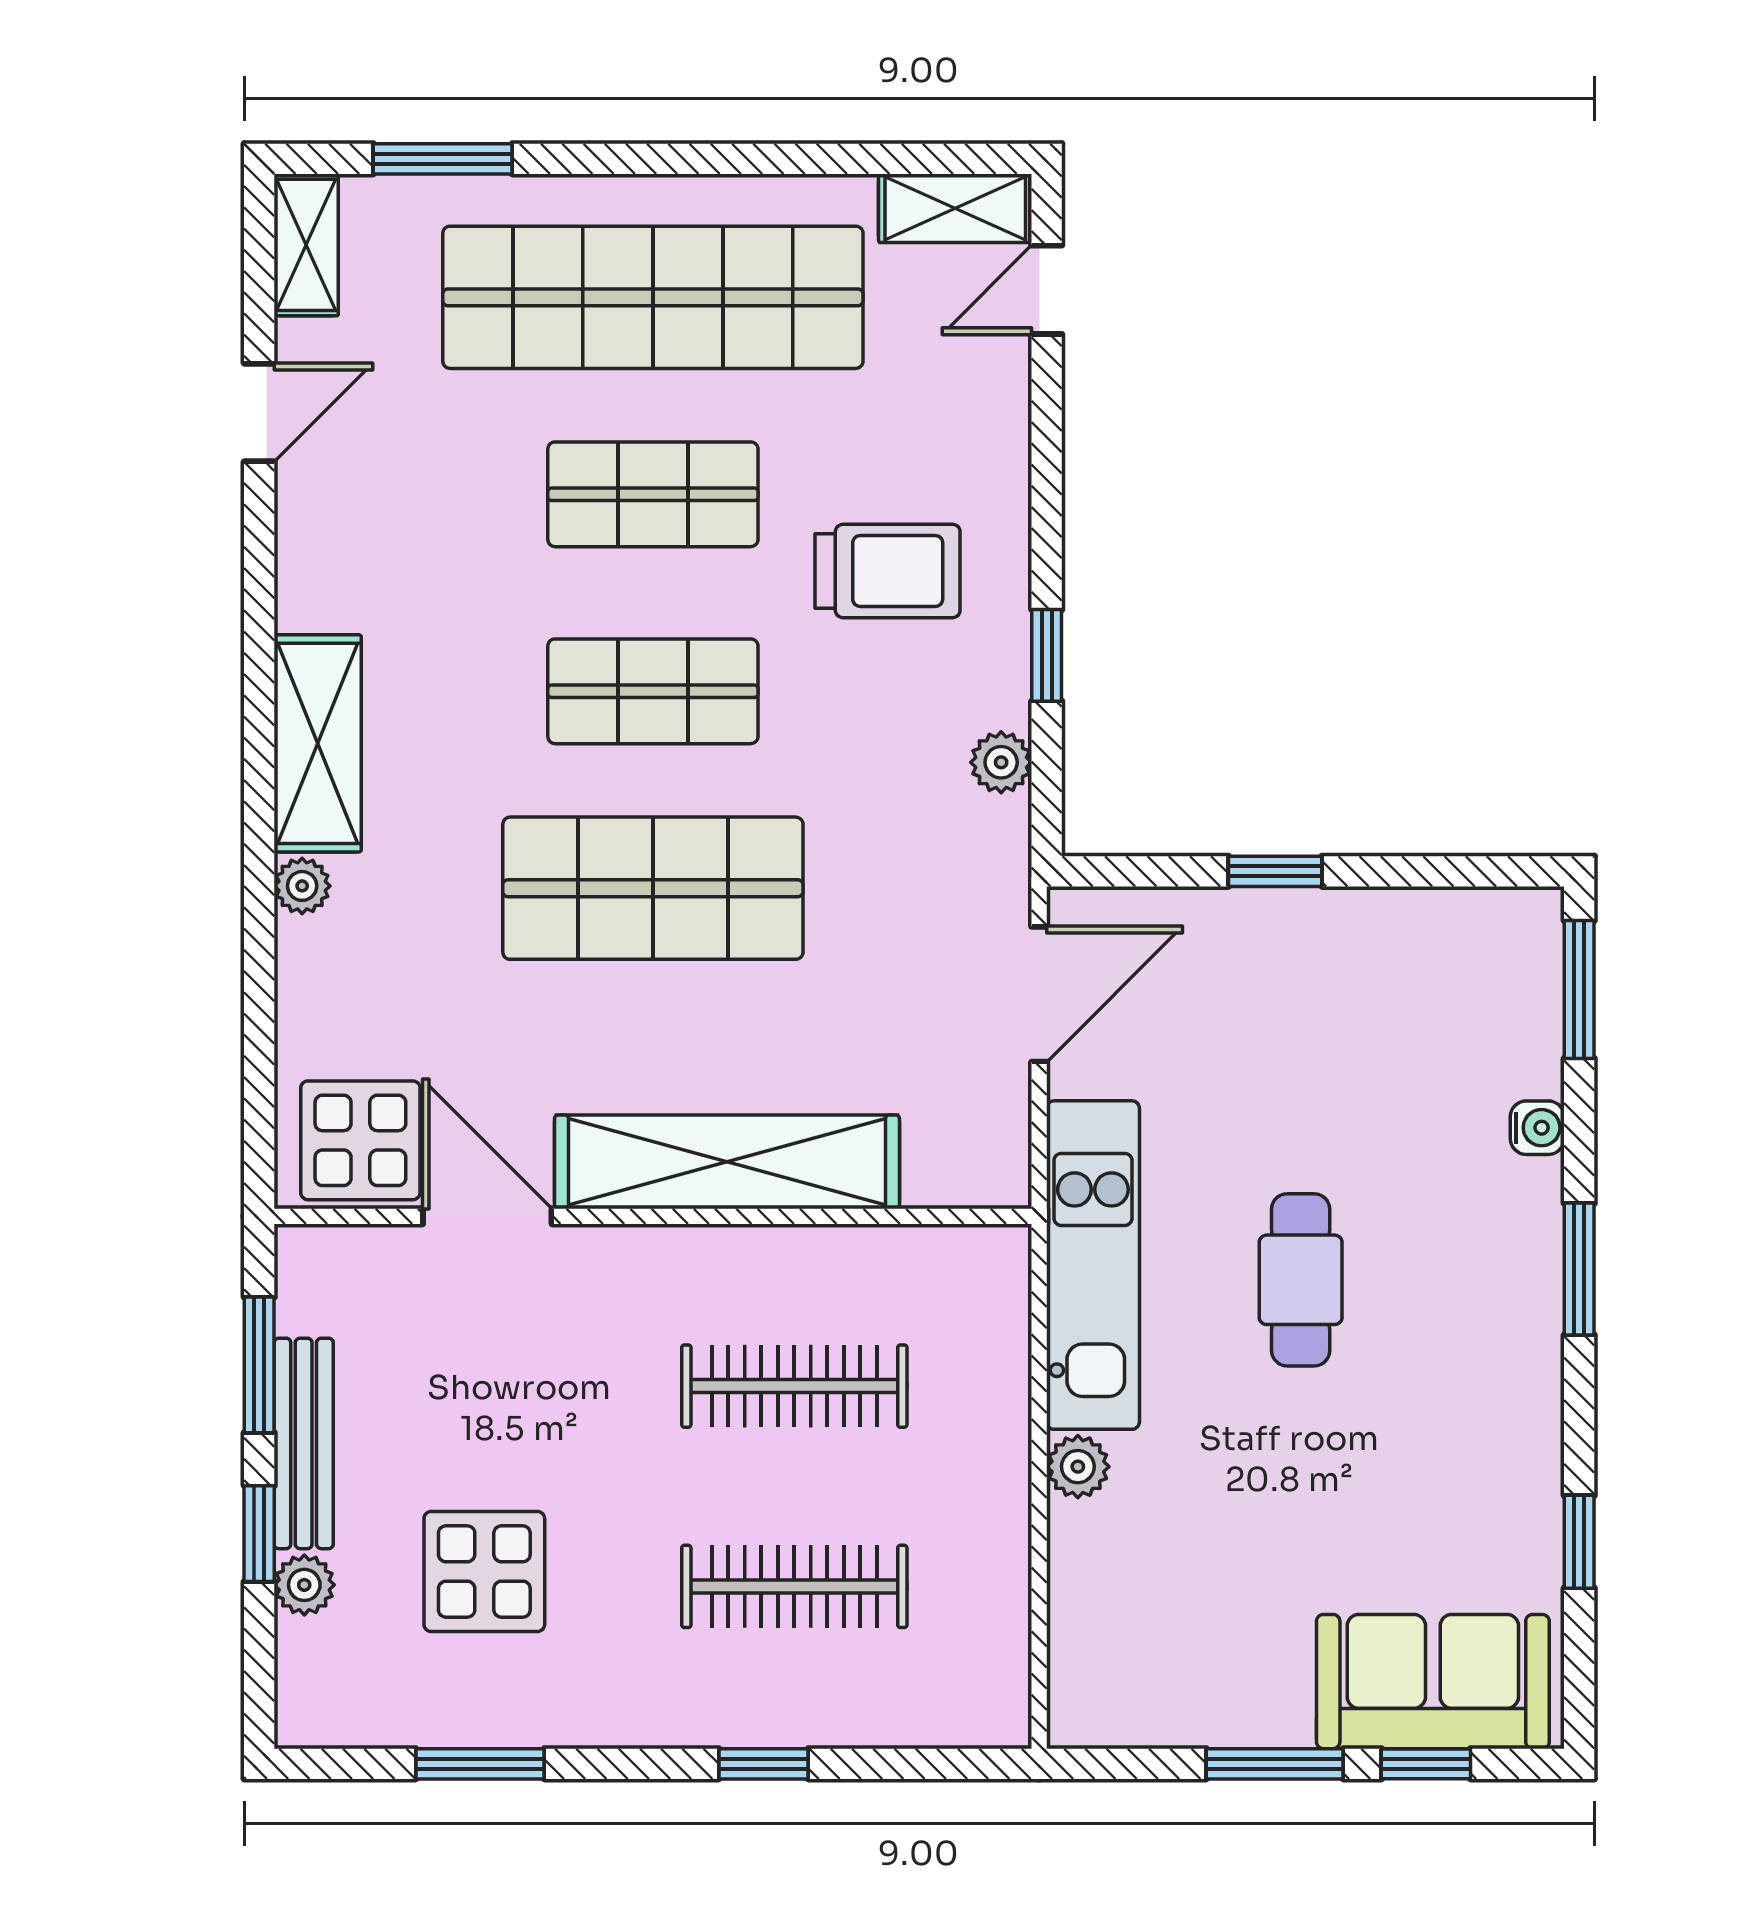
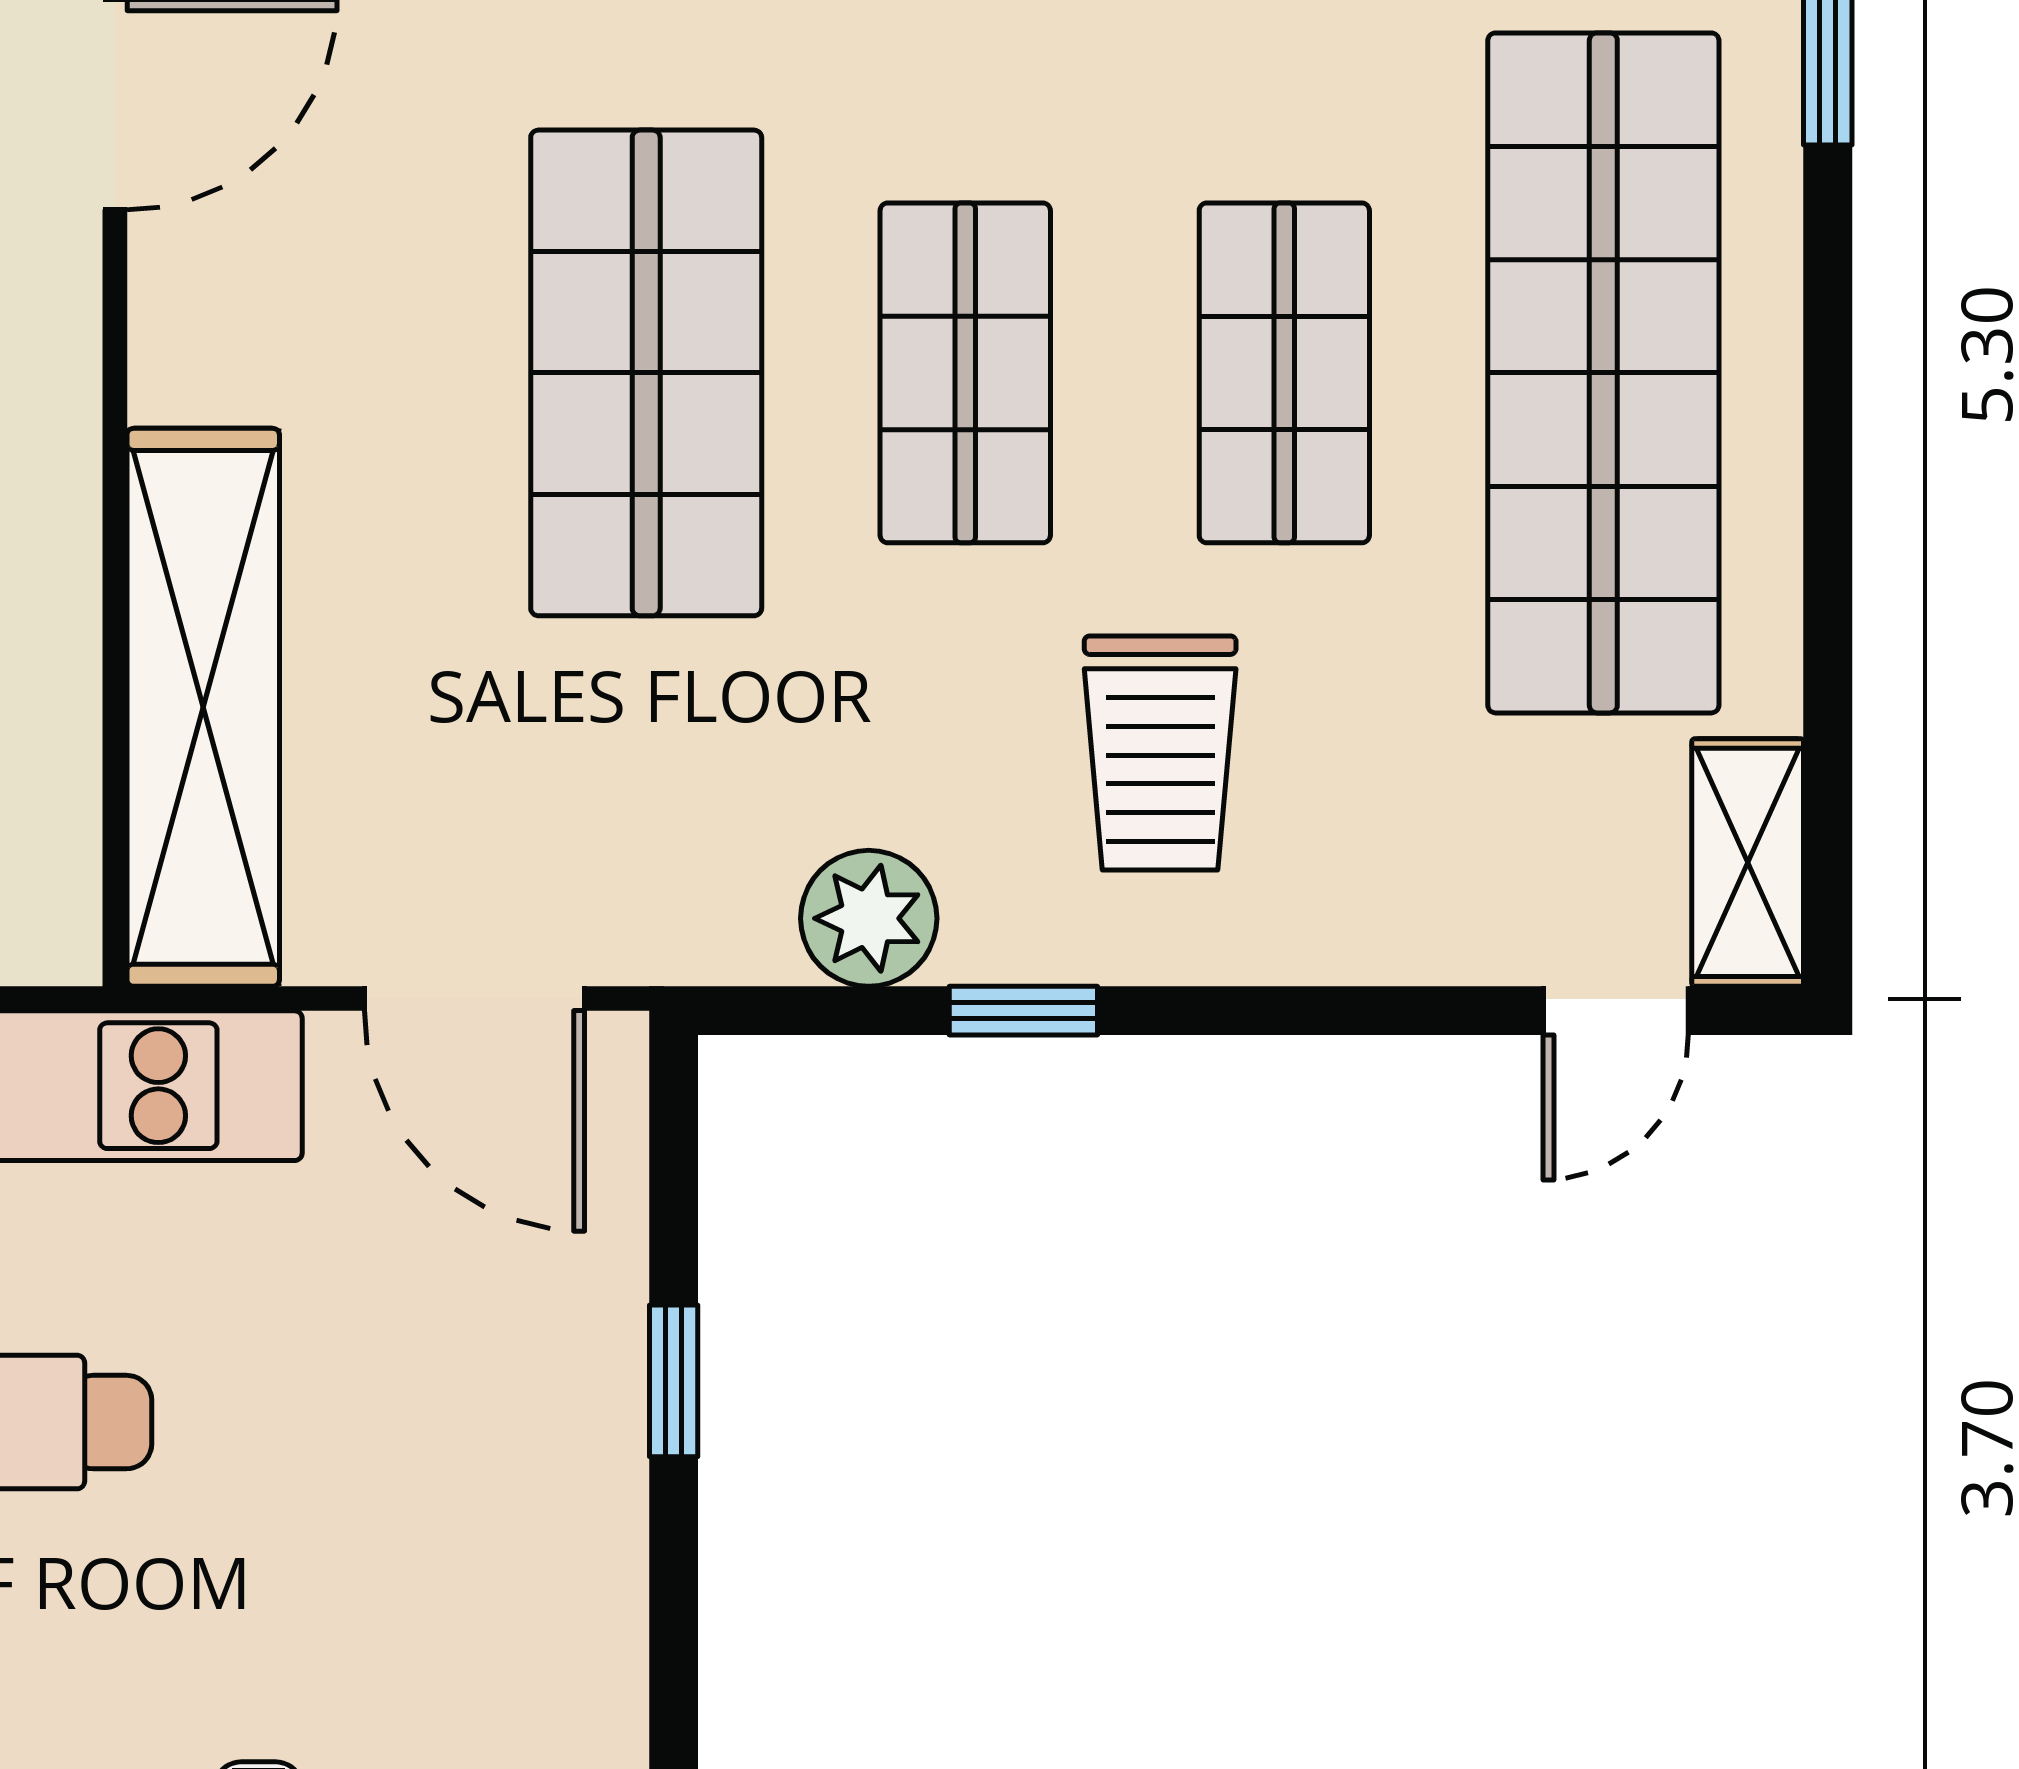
door: (1047, 290) -> (1616, 1011), swing flipped
plant: (1001, 762) -> (869, 918), width x1.38, depth x1.38
shelving: (727, 1162) -> (203, 707), moved

